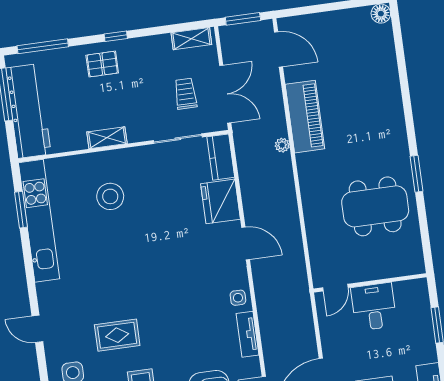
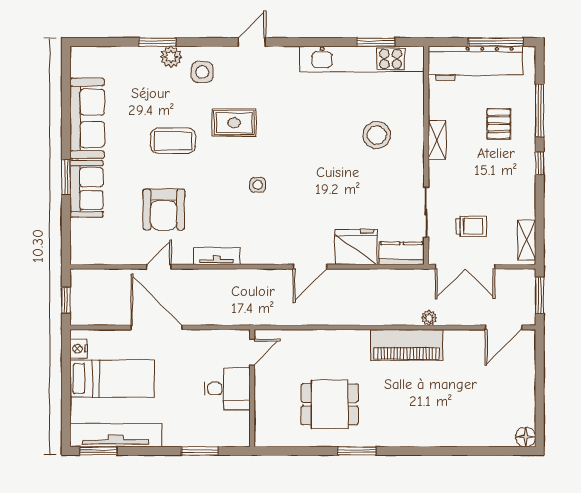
window: (43, 46) -> (540, 110), moved
pallet: (102, 64) -> (499, 124), moved
piano: (305, 117) -> (407, 345), moved
plant: (282, 145) -> (429, 318), moved
dining table: (375, 206) -> (330, 404), width x0.73
door: (335, 288) -> (252, 352), swing flipped
side table: (238, 298) -> (258, 185), moved
rug: (117, 335) -> (234, 123), turned 90

